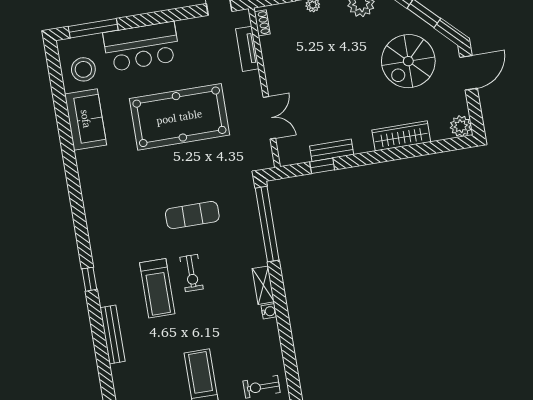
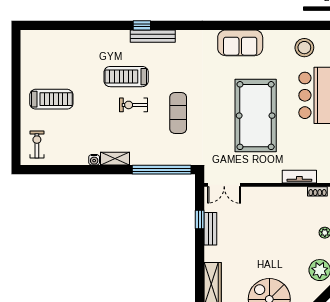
double door: (269, 118) -> (224, 185), moved
sofa: (86, 119) -> (240, 43), moved
bench: (112, 335) -> (153, 36), moved

